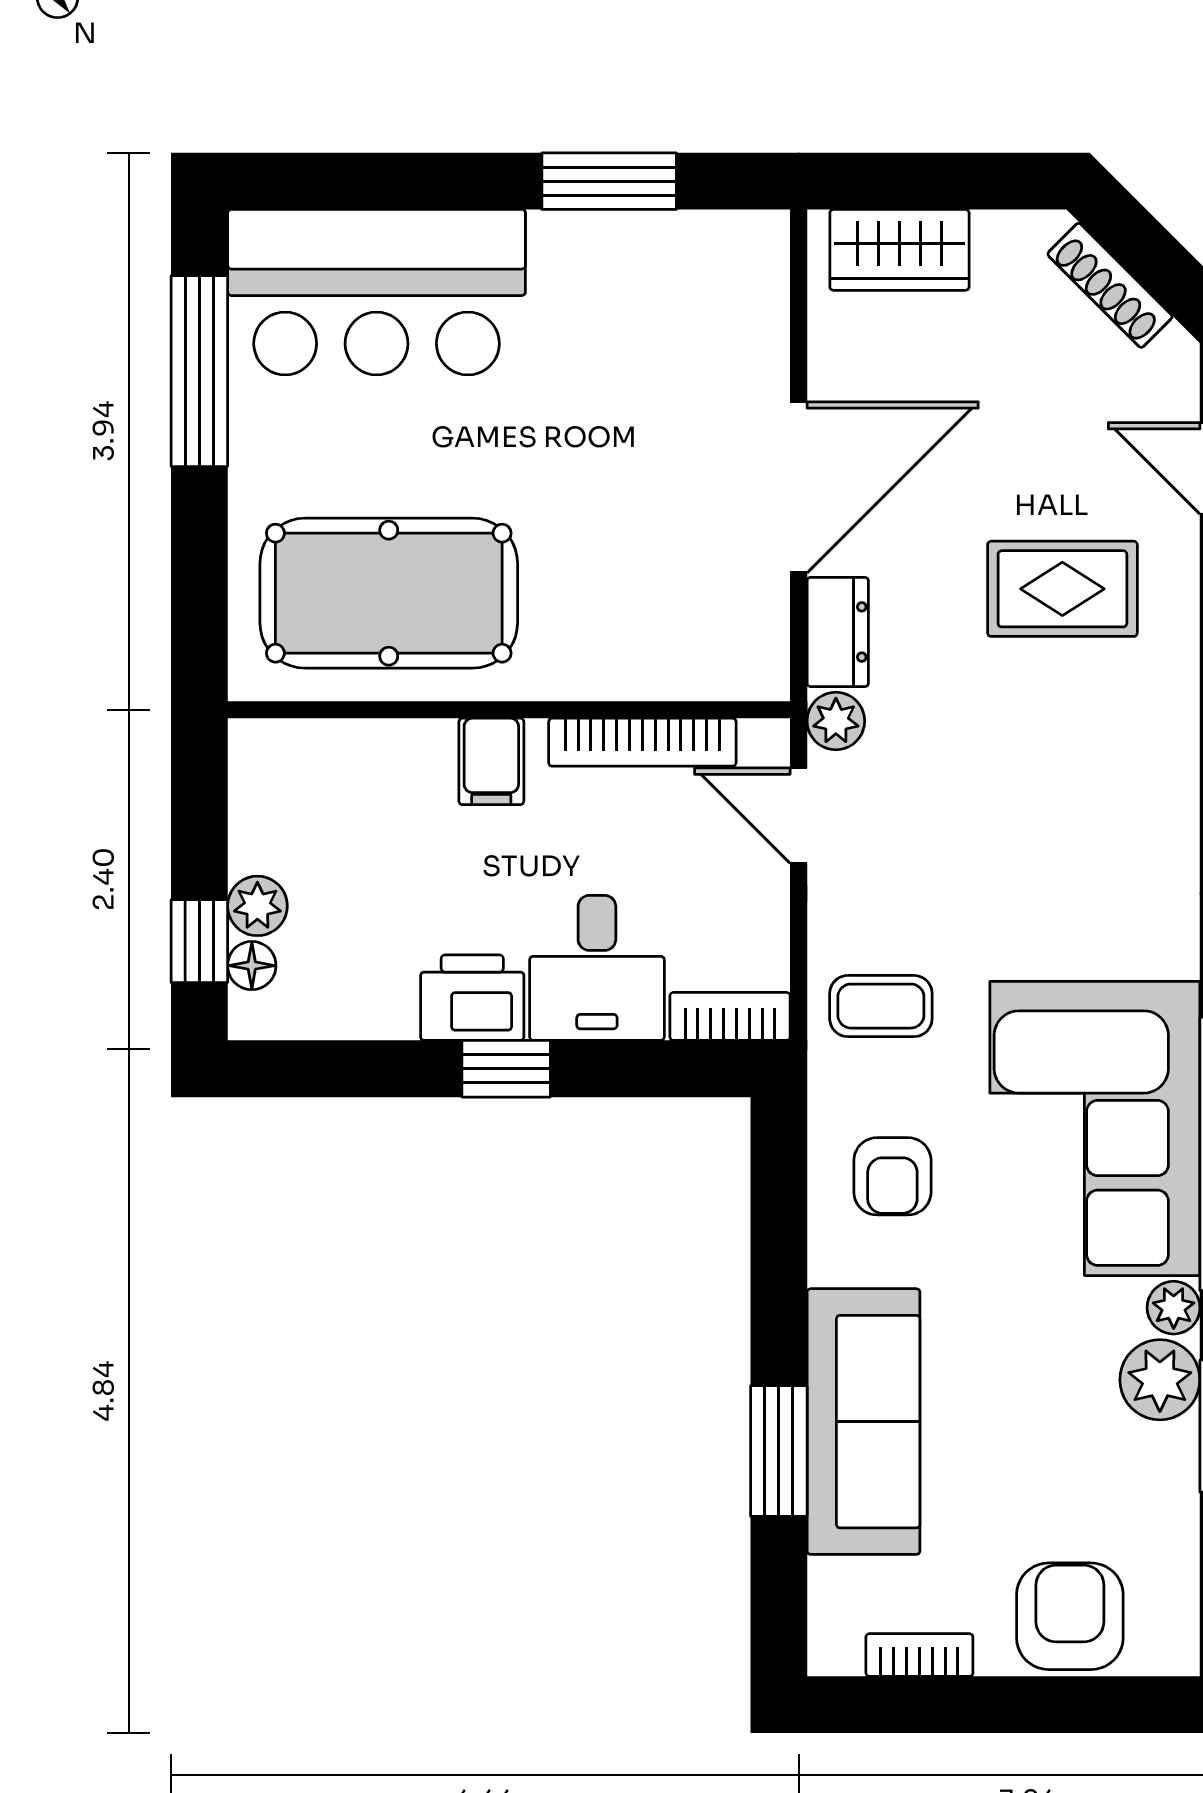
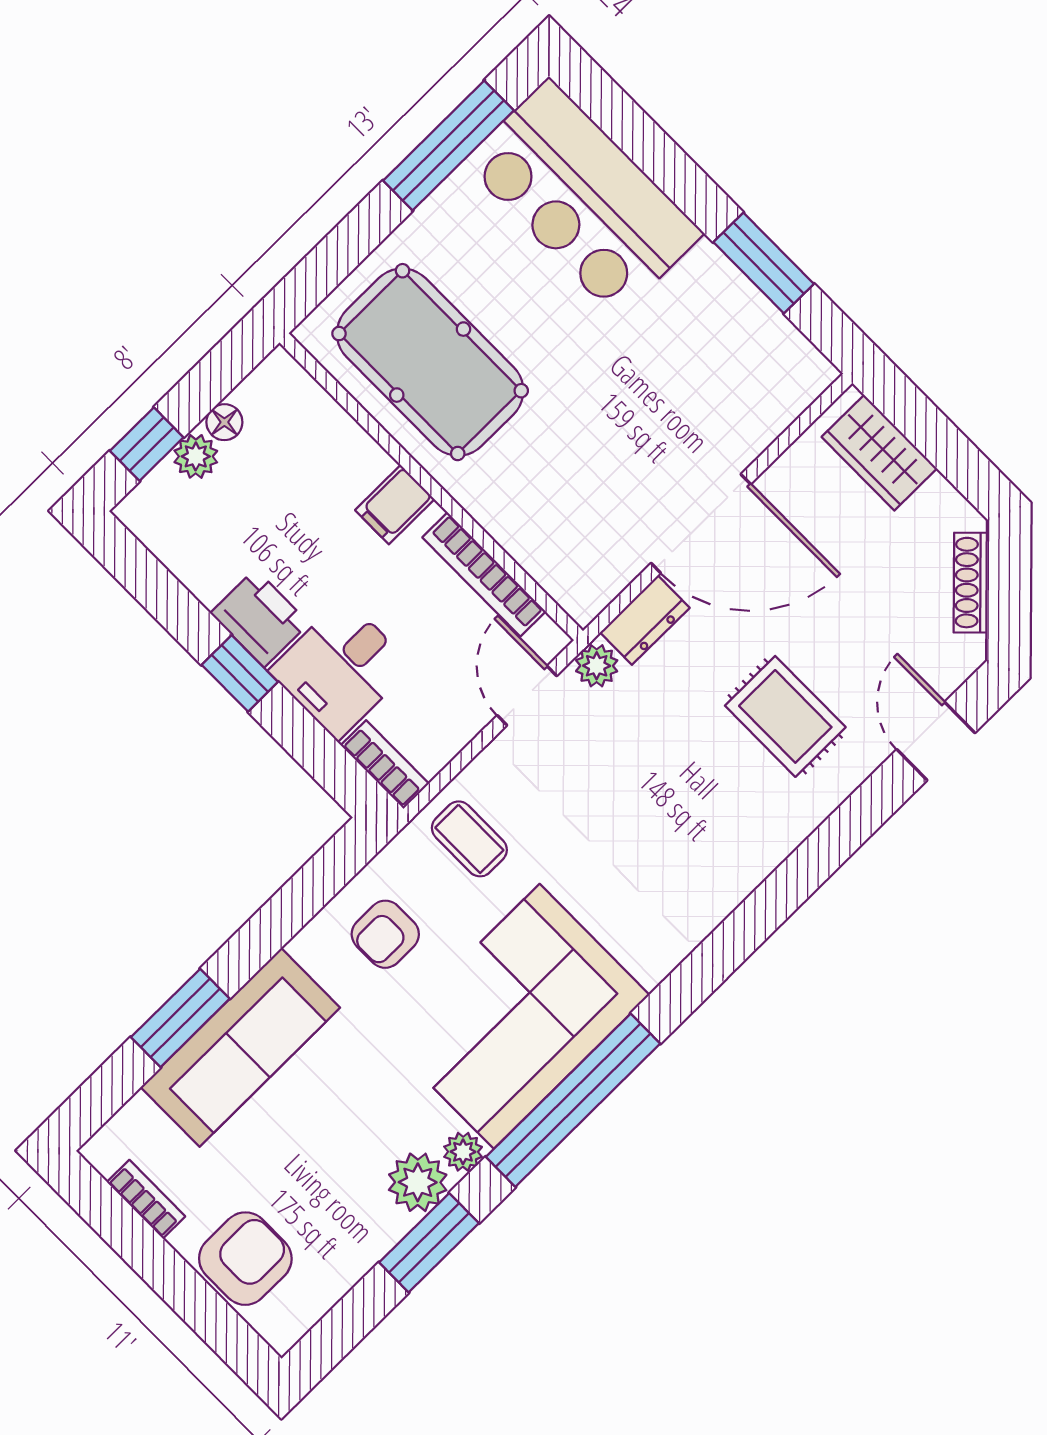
floor lamp: (252, 966) -> (224, 422), moved

